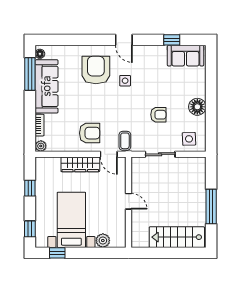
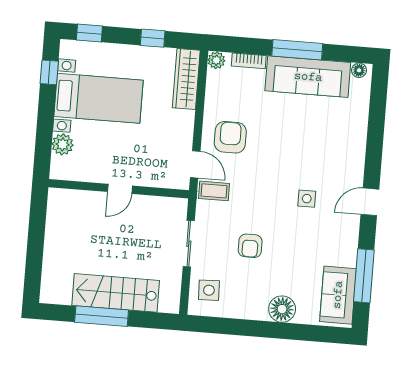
window: (172, 40) -> (364, 276), width x2.17
armchair: (96, 70) -> (327, 155), removed
window: (30, 74) -> (297, 50), moved
floor lamp: (197, 107) -> (282, 309), moved
armchair: (90, 133) -> (230, 137), turned 180
door: (109, 154) -> (195, 164), swing flipped
wardrobe: (80, 164) -> (186, 79), moved
stairs: (177, 237) -> (116, 293), moved, turned -90

